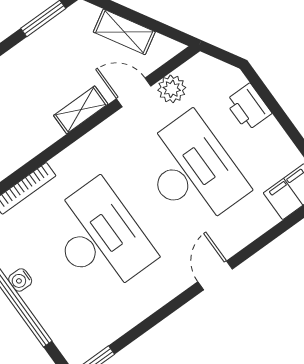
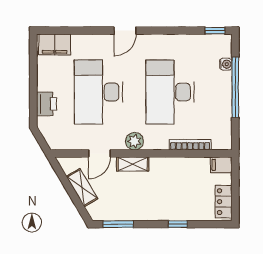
plant: (172, 89) -> (134, 141), moved
door: (134, 92) -> (99, 153), hinge flipped
water cooler: (20, 280) -> (226, 64), moved

